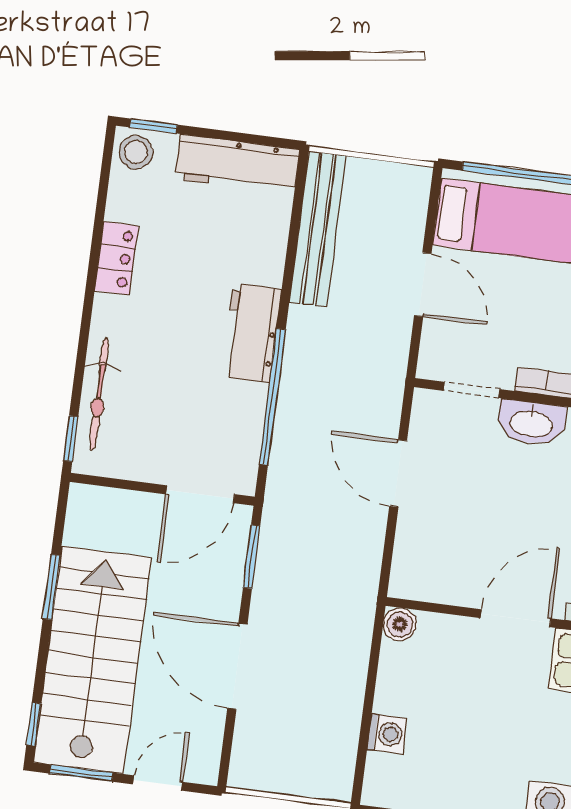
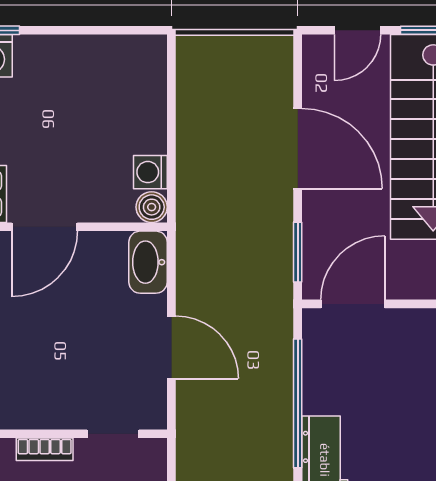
washbasin: (531, 423) -> (148, 262), moved, turned -90
washing machine: (387, 734) -> (150, 172), moved

